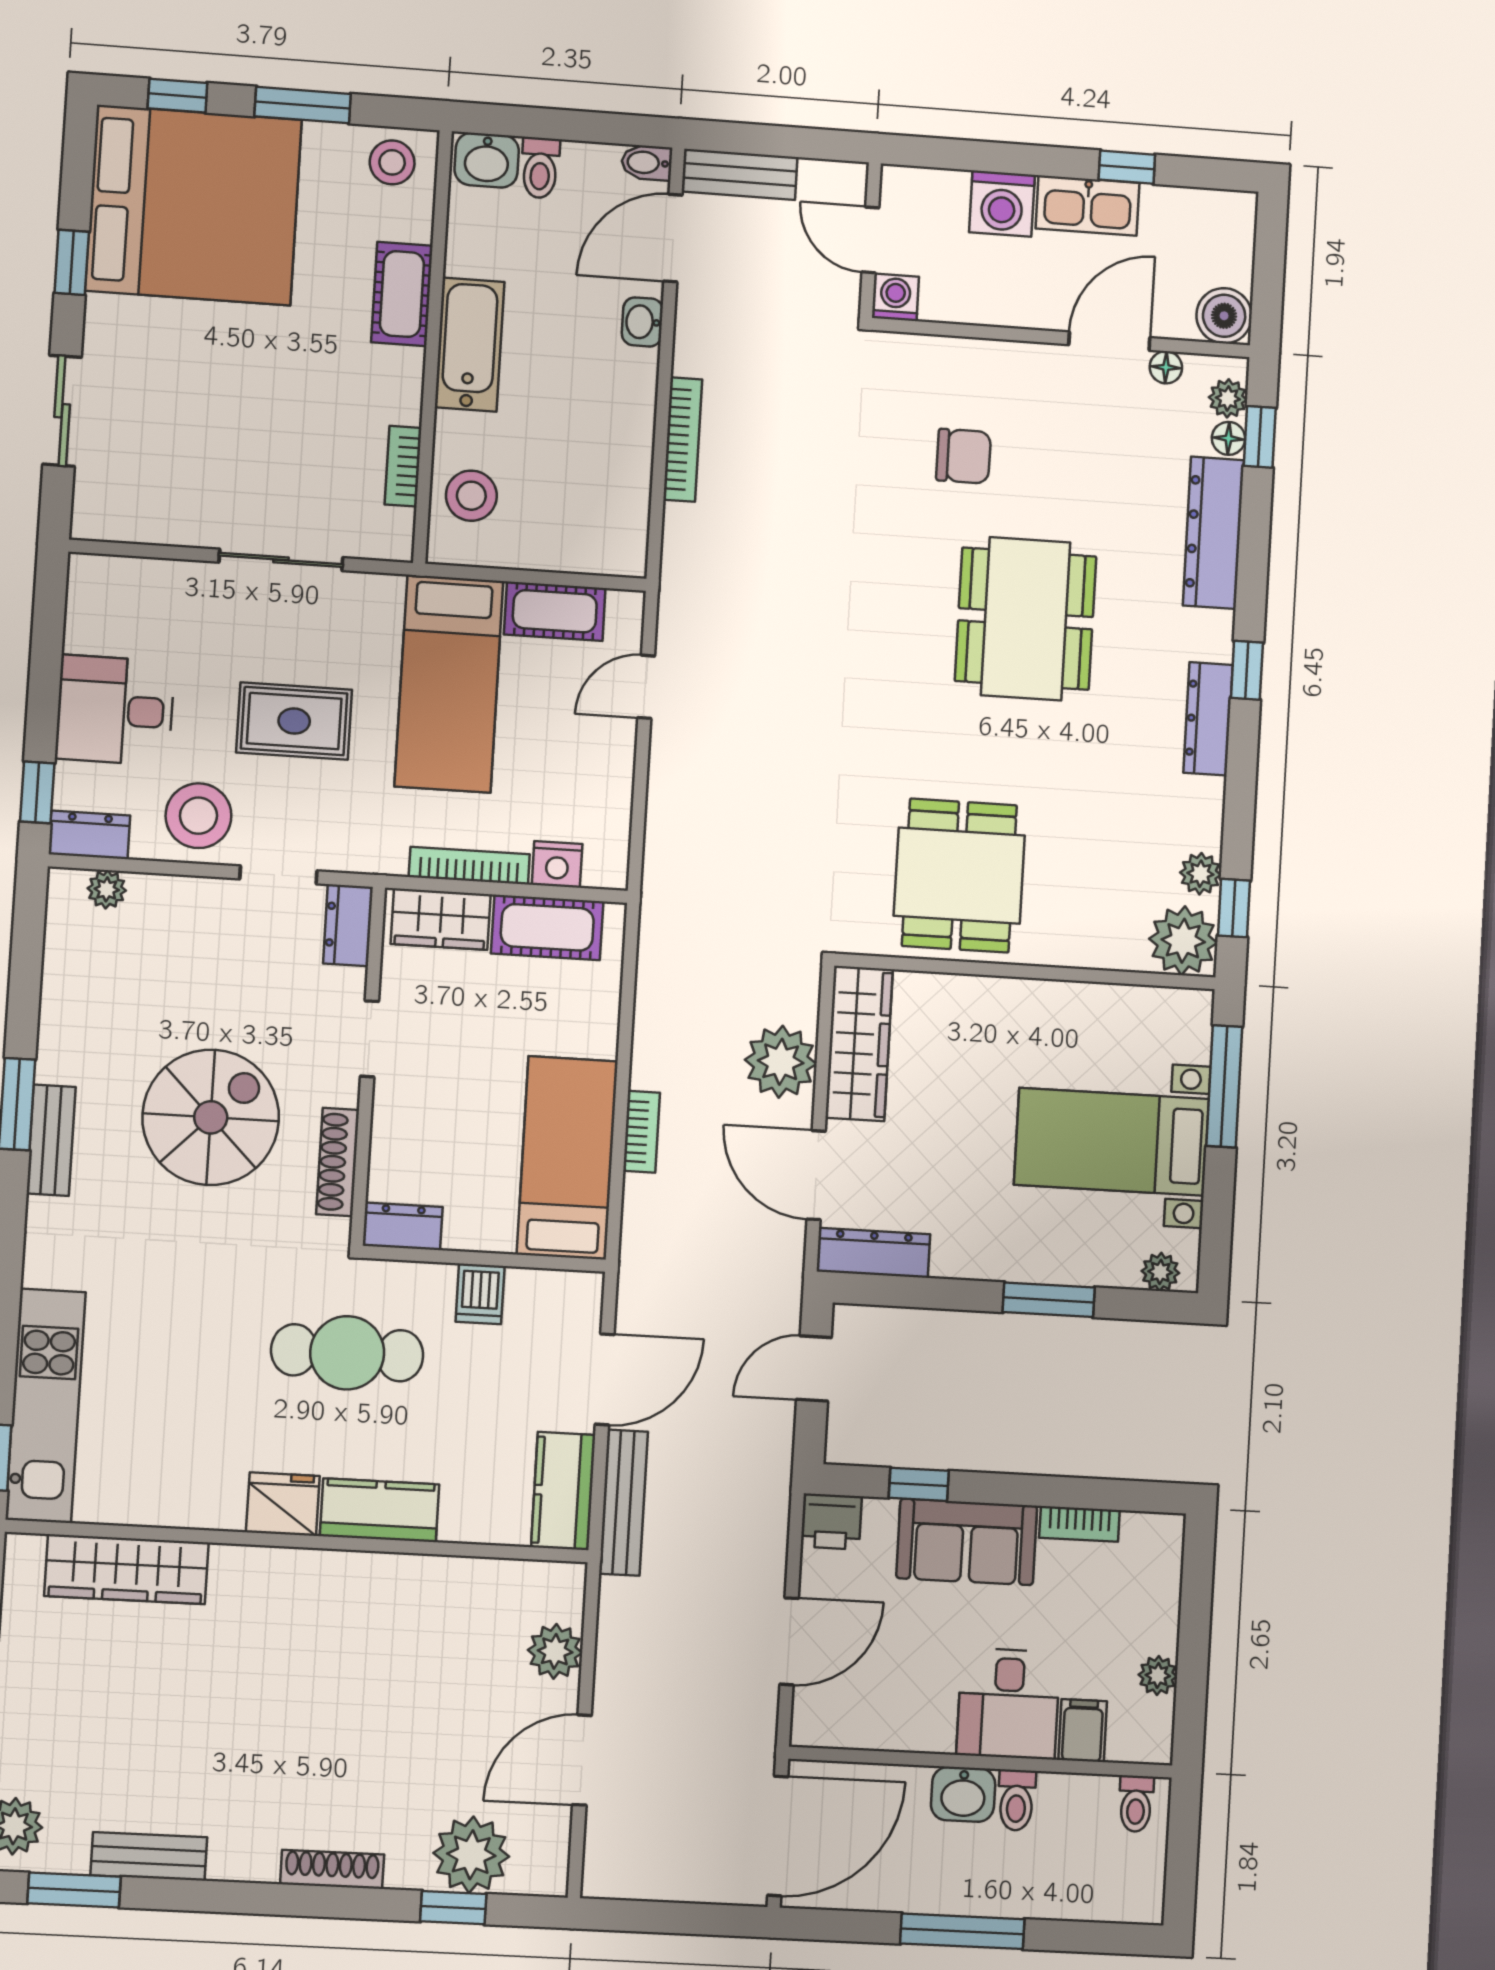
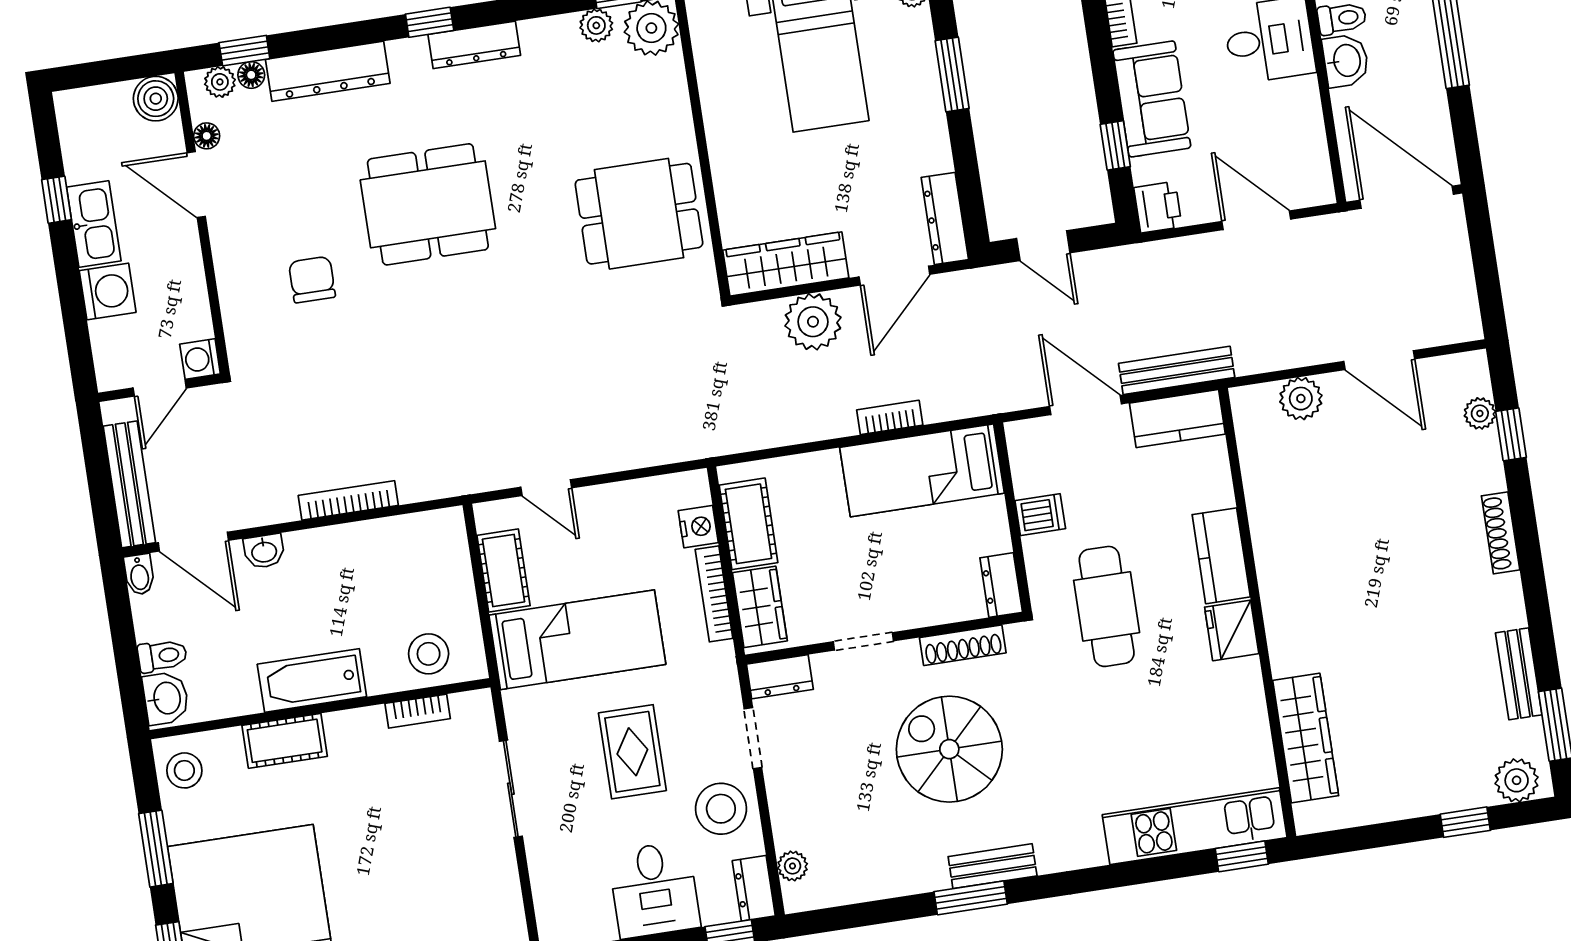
bench: (740, 174) -> (129, 484), width x1.36
plant: (471, 1855) -> (1480, 413), width x0.53, depth x0.53

